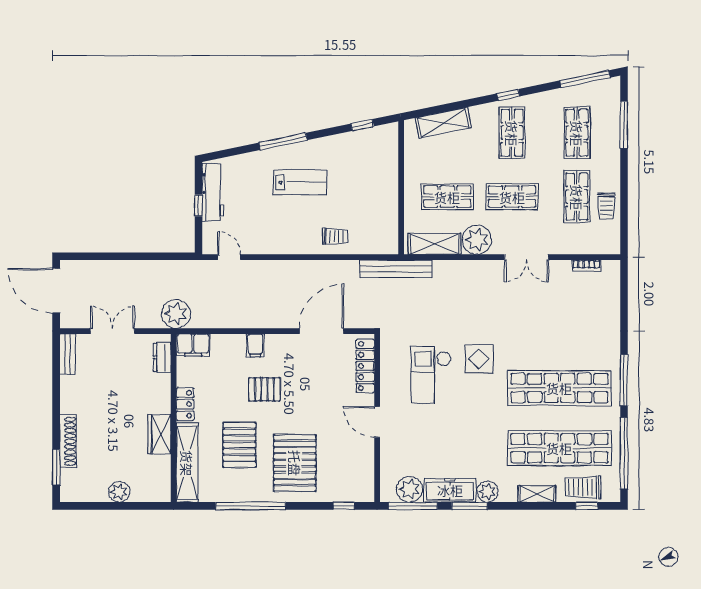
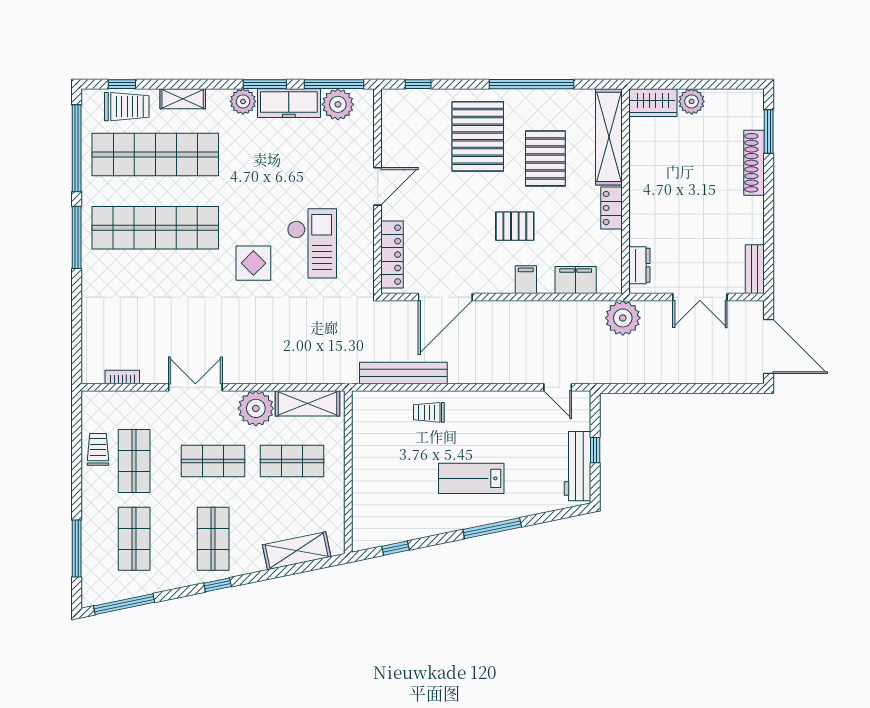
bench: (396, 269) -> (403, 373), moved
filing cabinet: (193, 345) -> (576, 280), moved
door: (377, 422) -> (378, 186), hinge flipped
wardrobe: (159, 434) -> (653, 103), moved, turned 90

